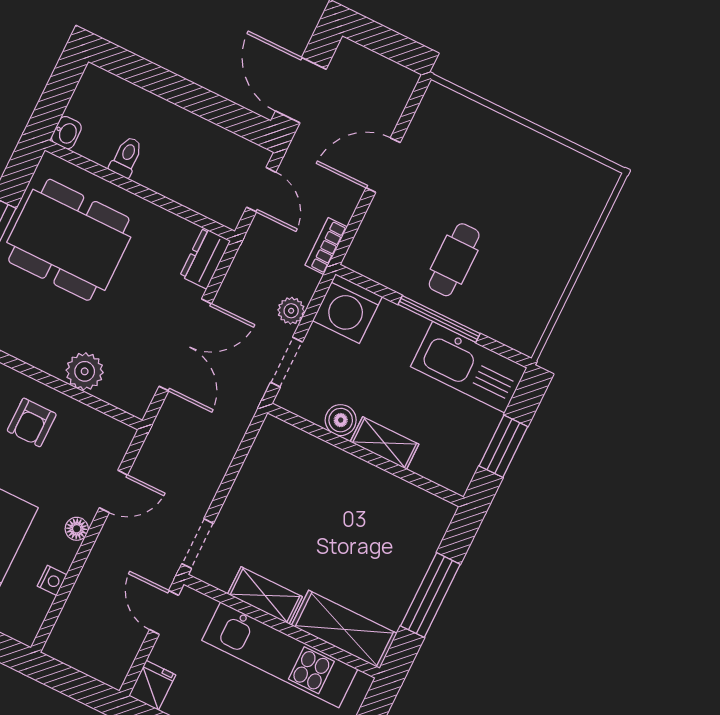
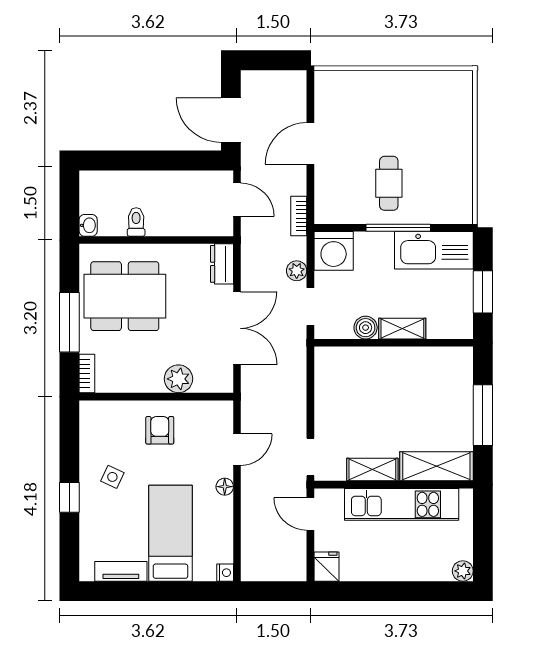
armchair: (32, 422) -> (160, 430), turned 180
nightstand: (52, 580) -> (225, 573), moved

